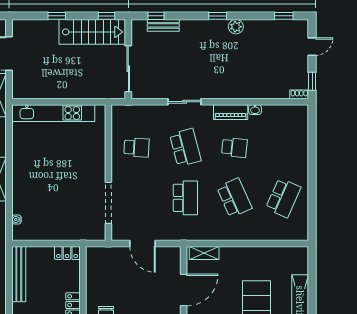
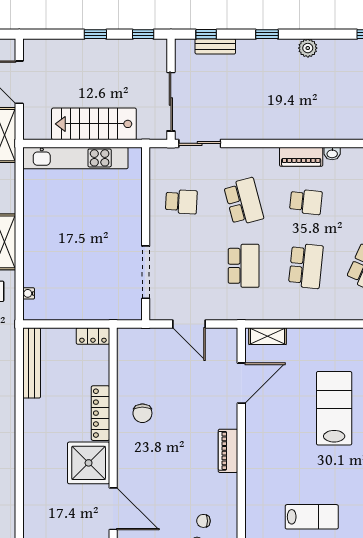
window: (57, 16) -> (95, 34), moved
window: (218, 16) -> (267, 34), moved
stairs: (92, 32) -> (94, 124), moved, turned 180
sliding door: (185, 102) -> (200, 143), moved
school desk: (234, 198) -> (306, 266), turned 30

